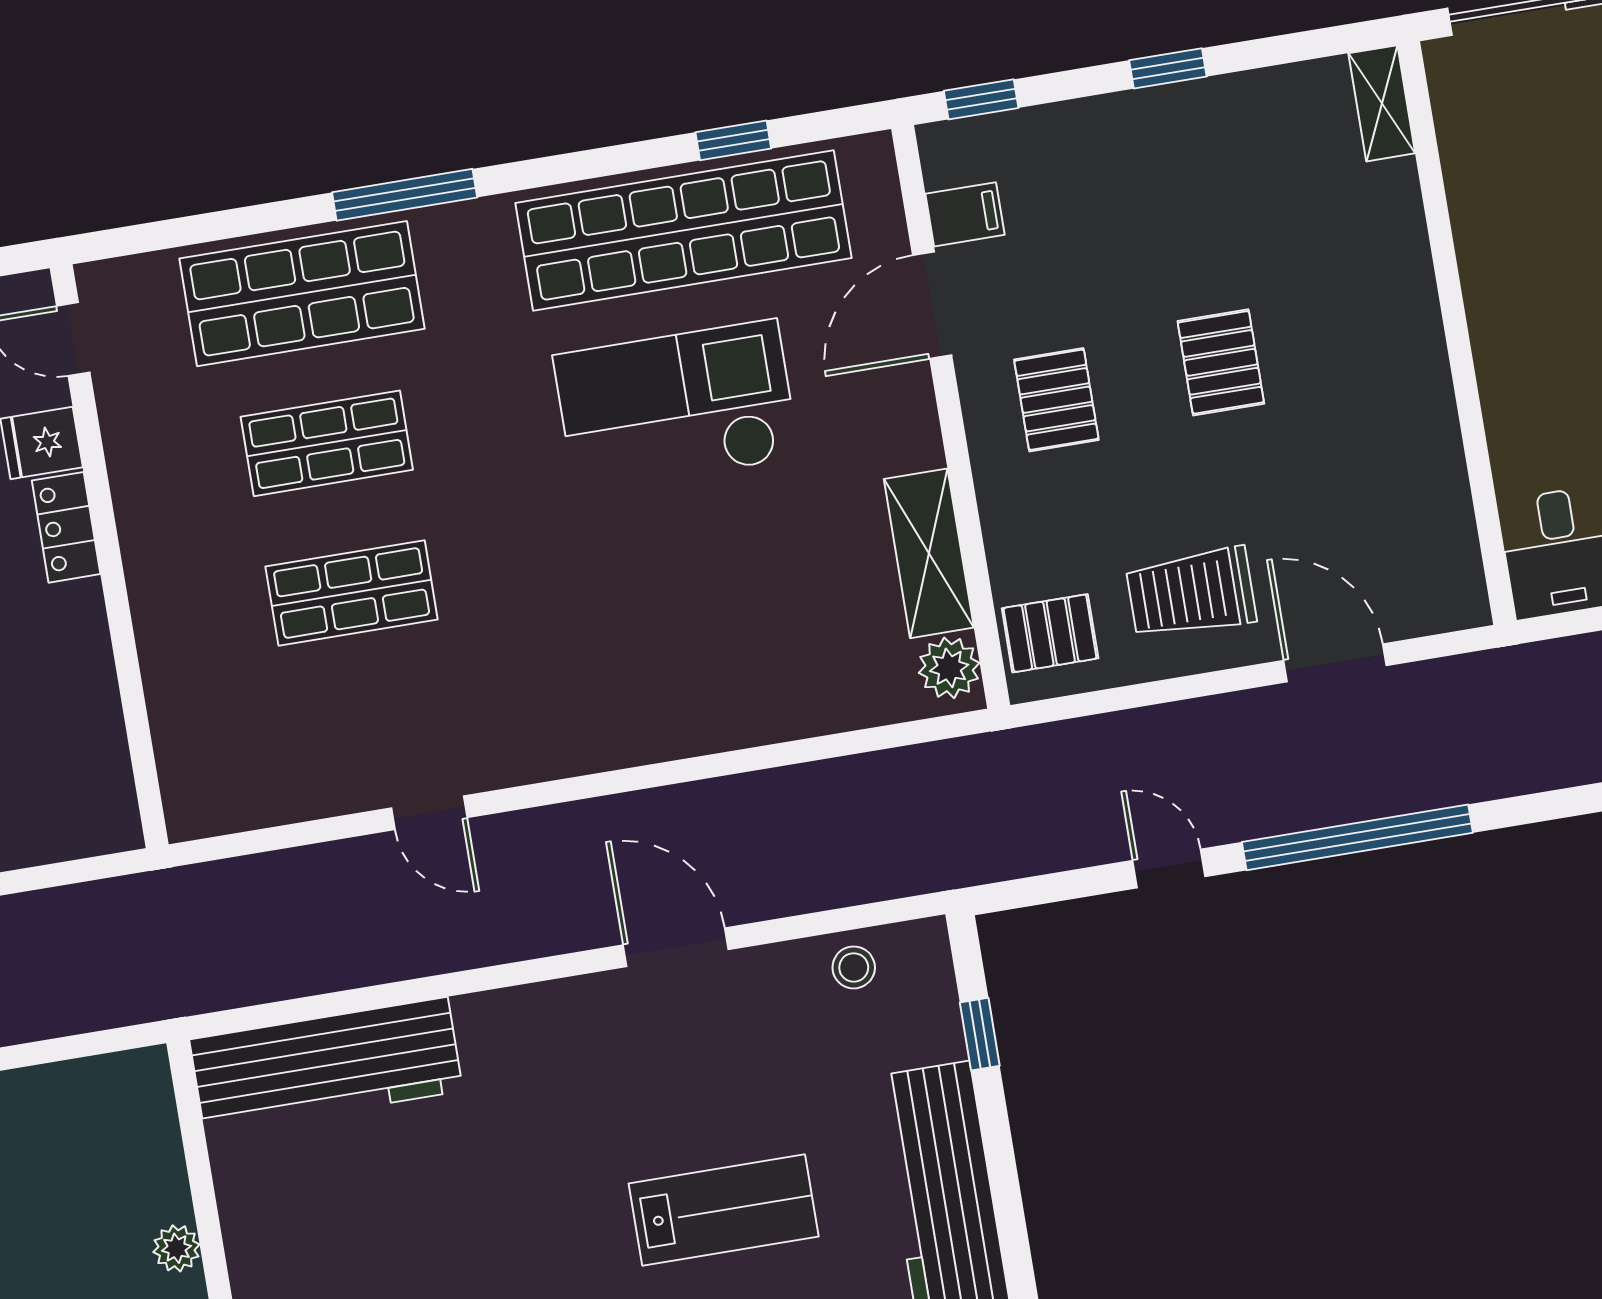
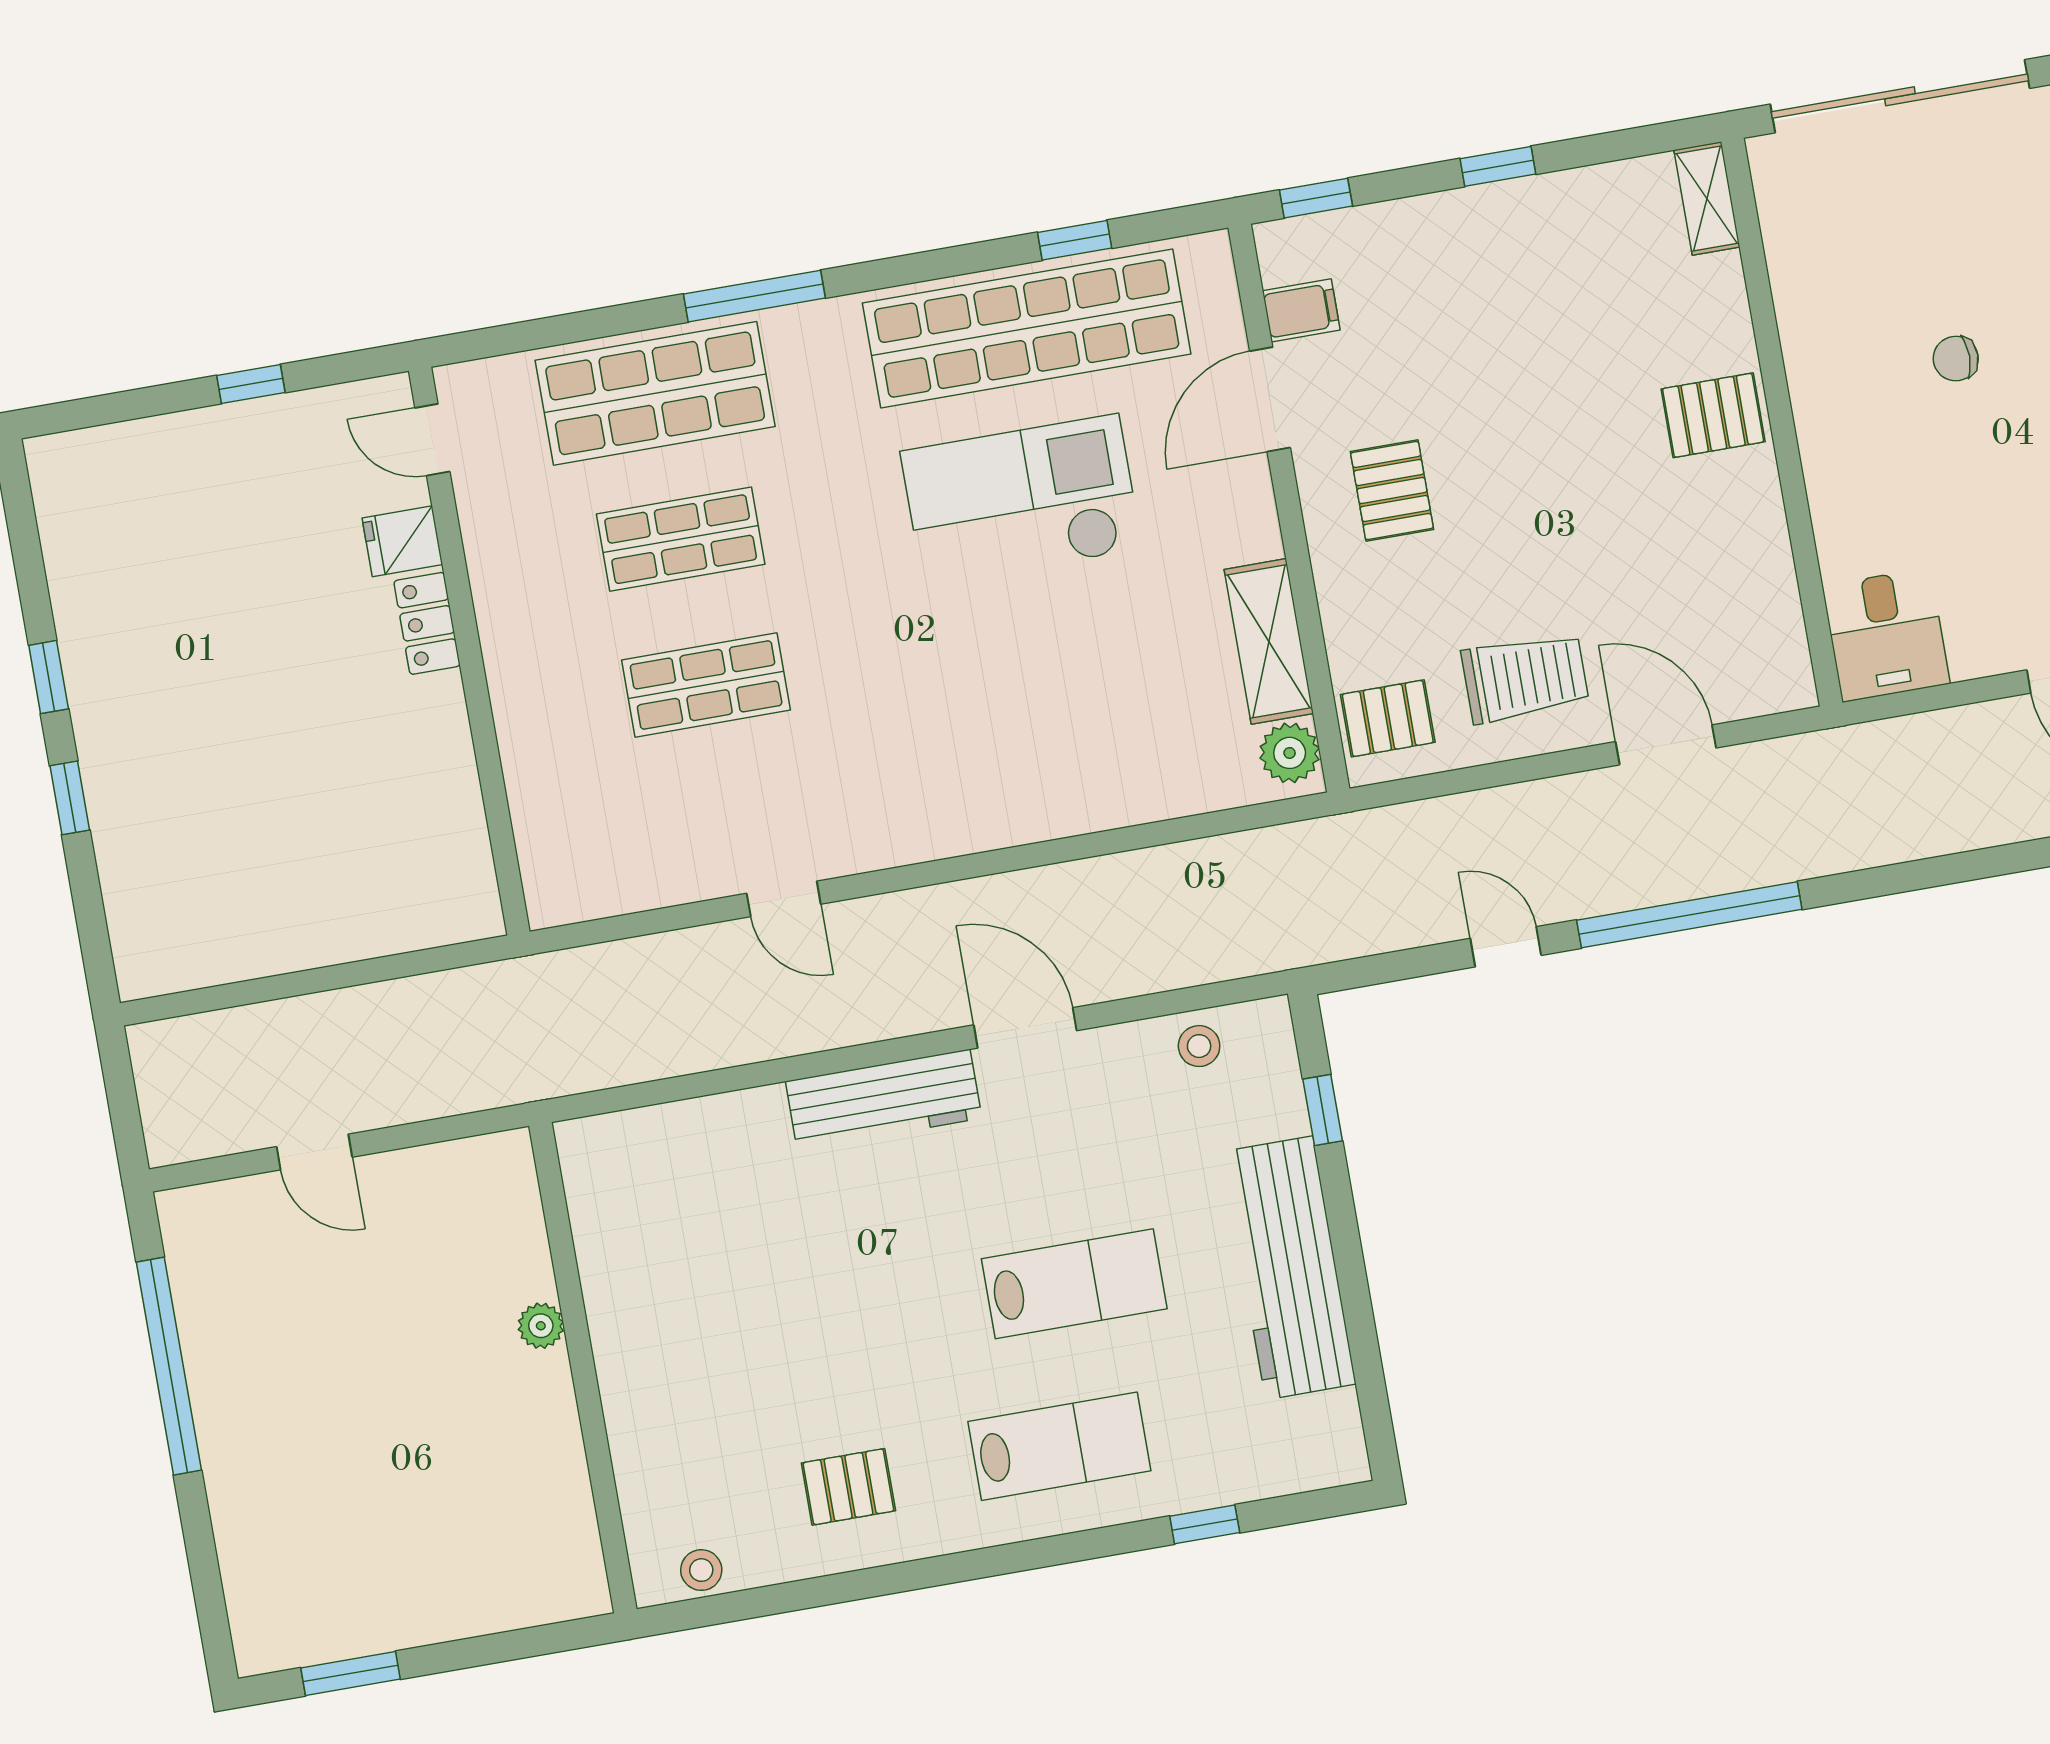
pallet: (1221, 362) -> (1713, 415), moved, turned 90
trolley: (1191, 593) -> (1525, 678), turned 180
workbench: (326, 1065) -> (884, 1100), moved, width x0.73, depth x0.76

